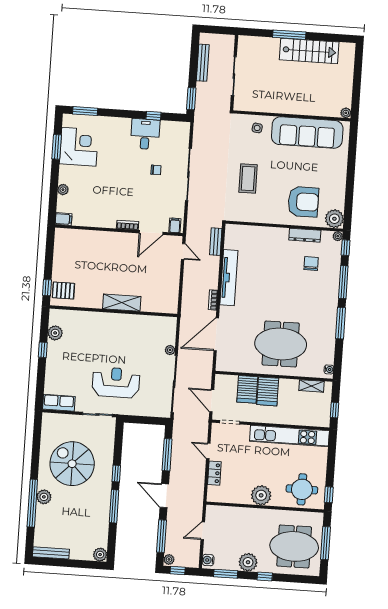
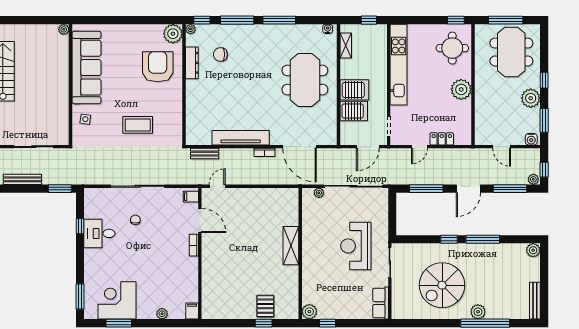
shelving: (122, 303) -> (291, 246), moved
wall: (113, 311) -> (300, 254), moved

